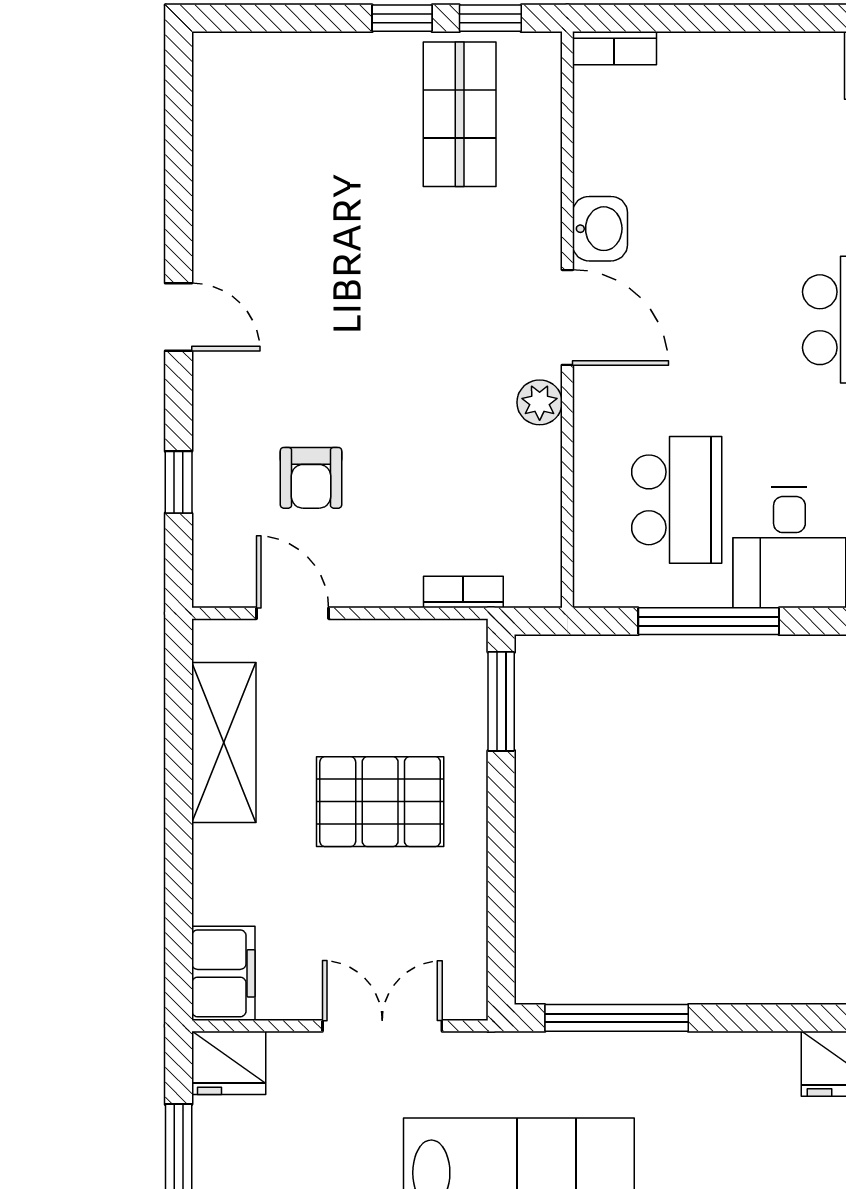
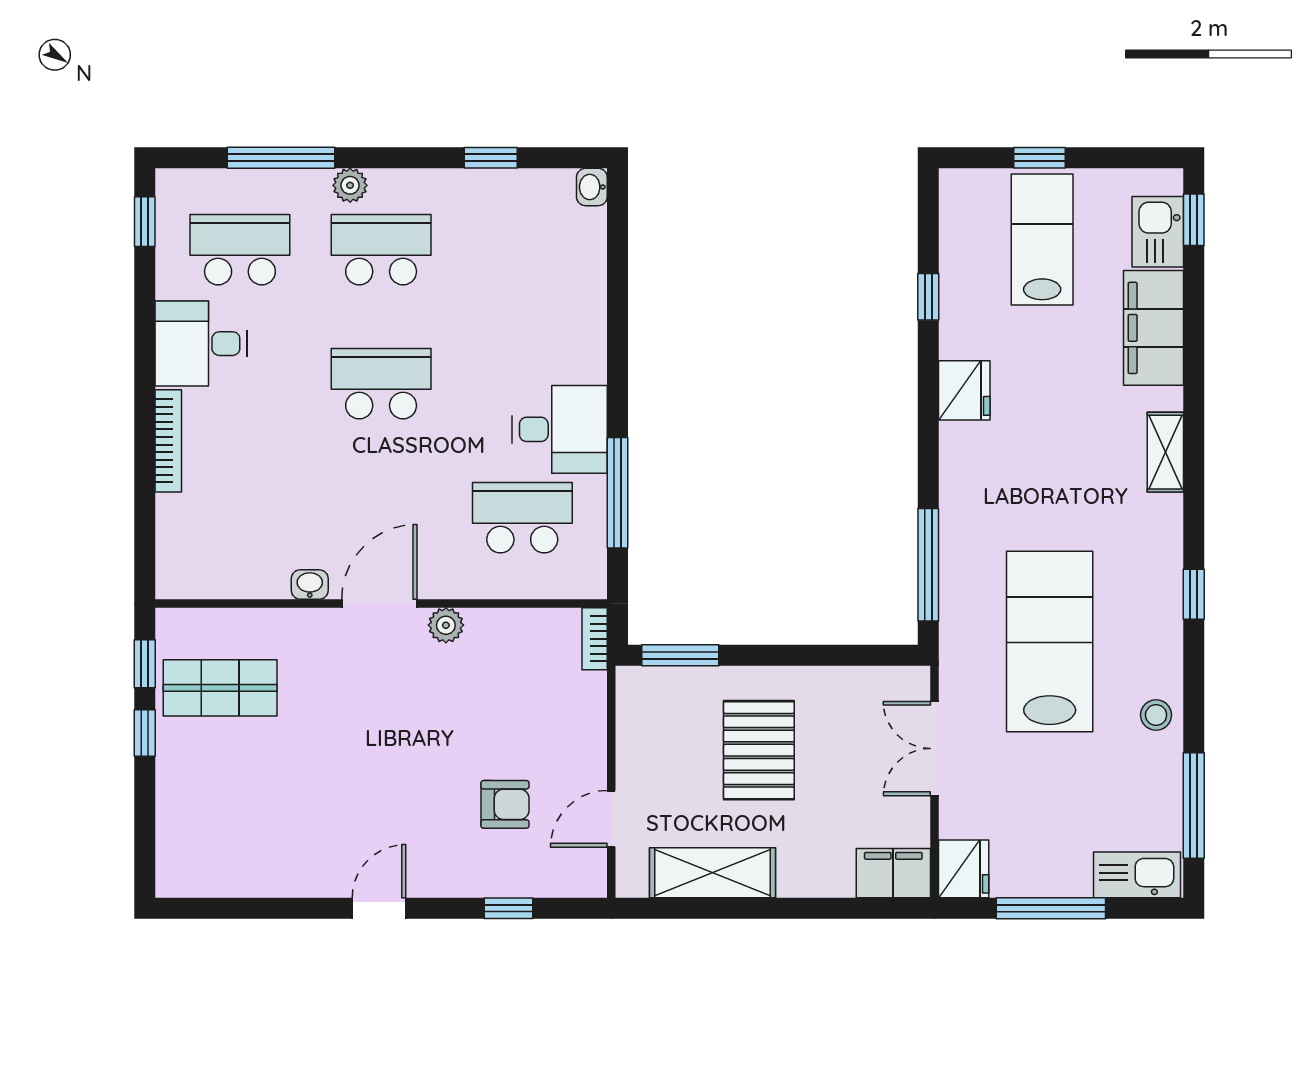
bookcase: (614, 48) -> (168, 441), moved, width x1.56
washbasin: (600, 229) -> (310, 584), width x0.72, depth x0.69
bookcase: (463, 592) -> (595, 639), moved

